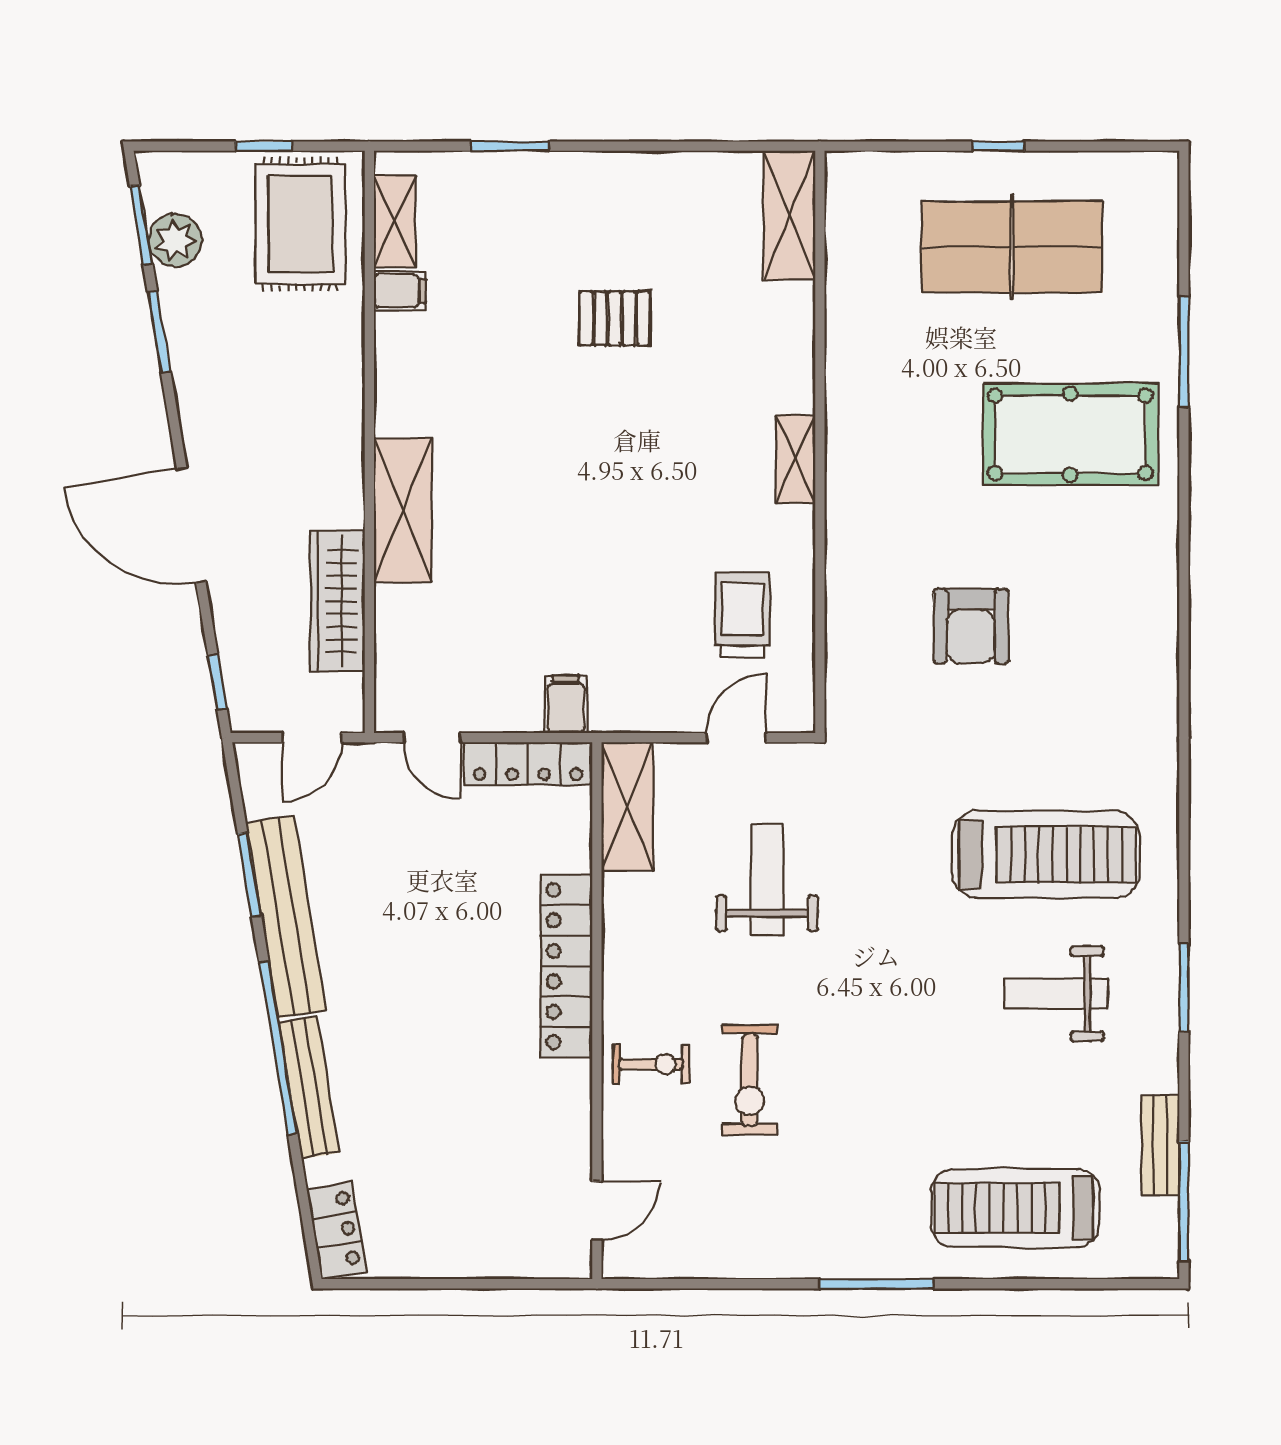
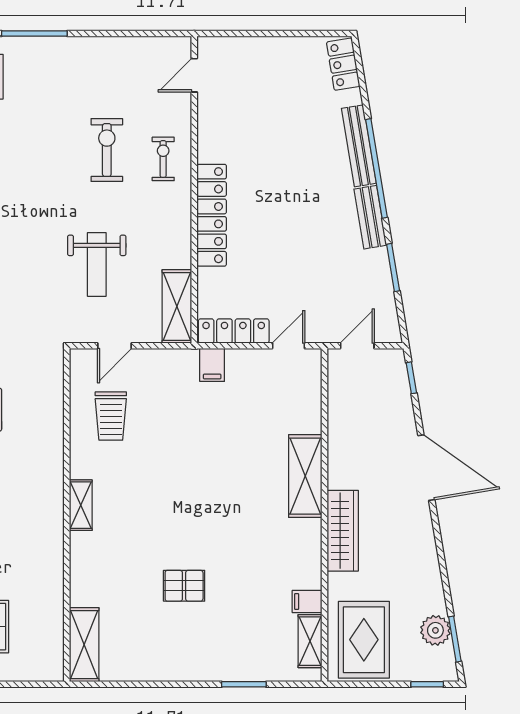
window: (264, 146) -> (427, 684), moved
window: (159, 332) -> (445, 578), removed
wardrobe: (337, 601) -> (343, 531), moved
door: (432, 738) -> (289, 346), hinge flipped
bench: (286, 917) -> (370, 217), width x0.54, depth x0.82
exercise bike: (651, 1064) -> (163, 159), turned 90

